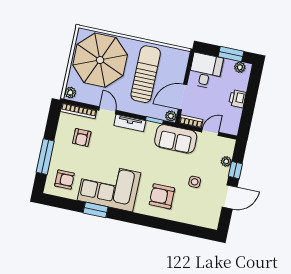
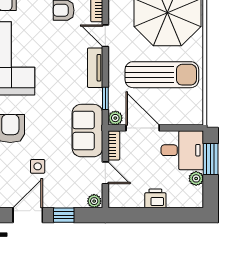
window: (231, 54) -> (211, 159), moved
plant: (240, 67) -> (196, 178), moved
door: (107, 110) -> (105, 36), swing flipped
plant: (226, 161) -> (94, 201), moved
door: (230, 197) -> (28, 215), swing flipped

